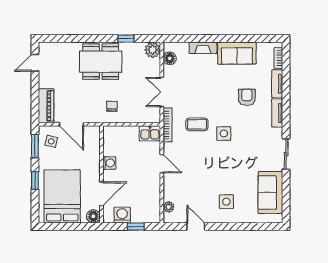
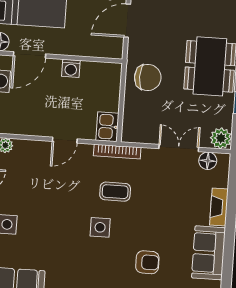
double door: (162, 92) -> (179, 148), moved
chair: (112, 106) -> (148, 77), width x1.87, depth x1.87
coffee table: (197, 124) -> (115, 192), turned 90
door: (101, 194) -> (30, 55), hinge flipped

